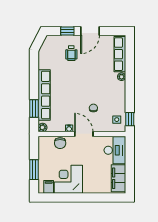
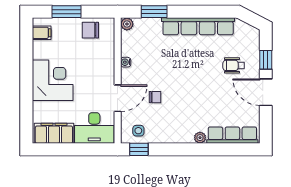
row of seats: (44, 95) -> (198, 26), moved
door: (84, 134) -> (118, 98), moved
chair: (60, 143) -> (90, 30), moved
corner desk: (68, 179) -> (53, 80), moved

